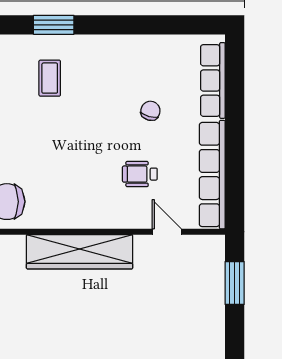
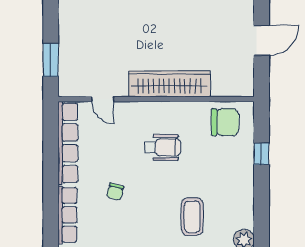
coffee table: (50, 78) -> (192, 217), width x1.36, depth x1.30
wheelchair: (140, 174) -> (163, 147), moved, width x1.36, depth x1.37

